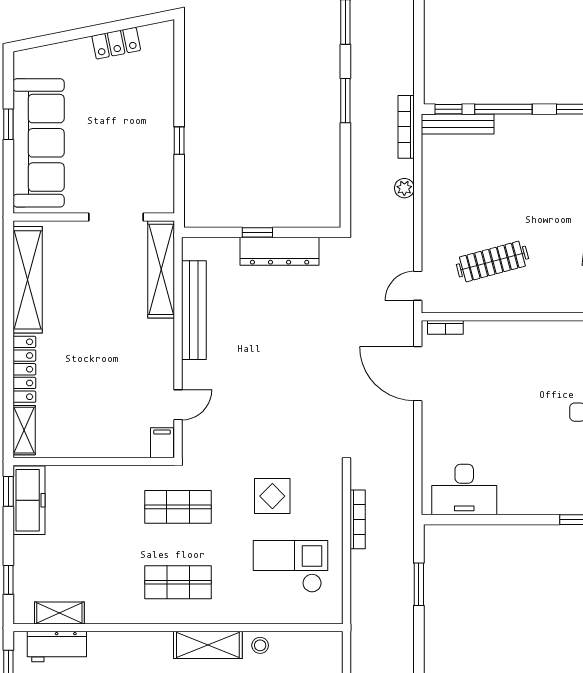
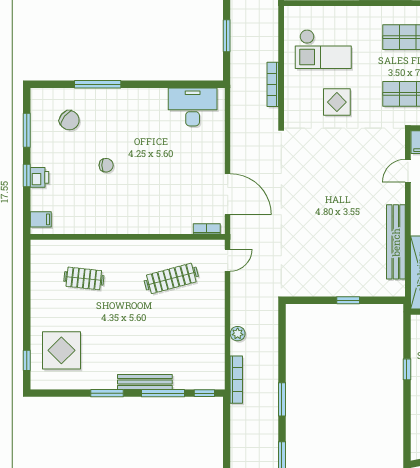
bench: (458, 124) -> (145, 382), moved
dresser: (280, 251) -> (331, 286), removed

